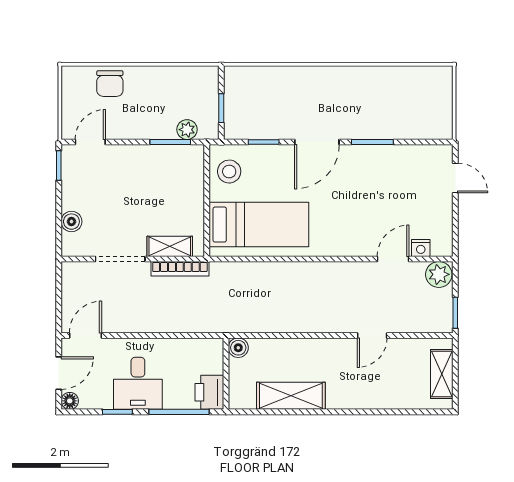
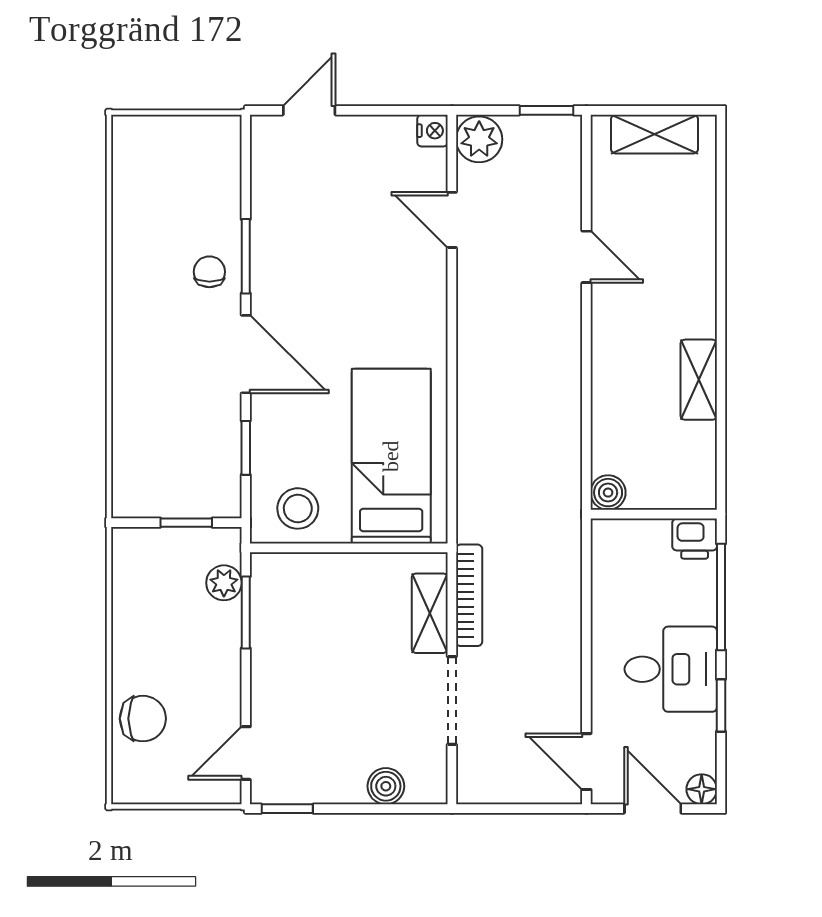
chair: (364, 121) -> (209, 272), added
door: (90, 142) -> (246, 753), hinge flipped
nightstand: (421, 248) -> (432, 131), moved
printer: (209, 392) -> (695, 539), width x0.73, depth x0.81
shelving: (291, 396) -> (699, 380), width x0.67, depth x0.75

